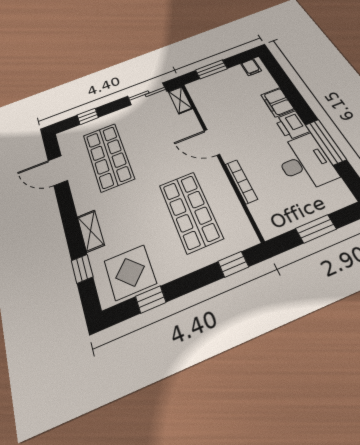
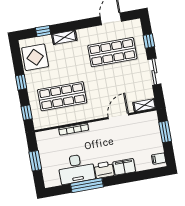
sliding door: (147, 94) -> (154, 72), moved
door: (212, 142) -> (118, 116), moved
window: (151, 299) -> (21, 82), moved

